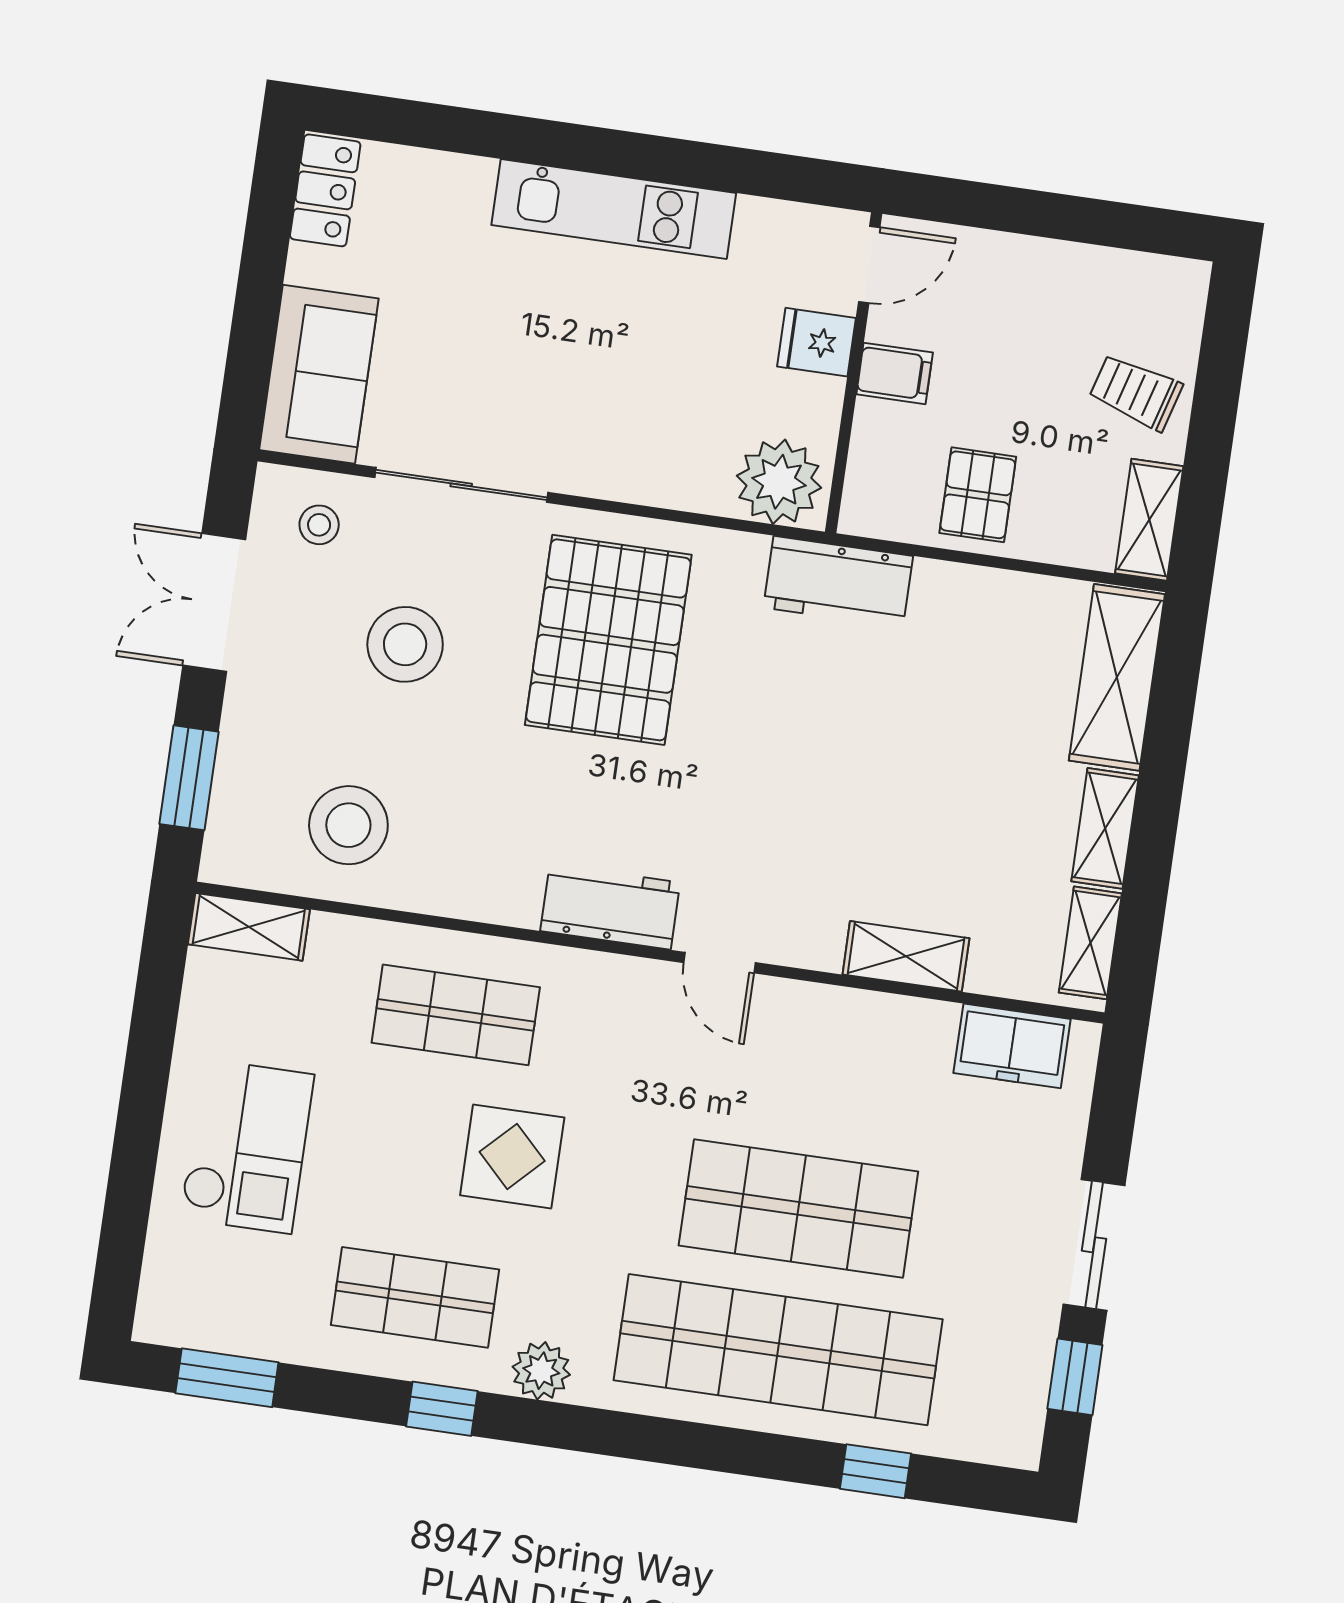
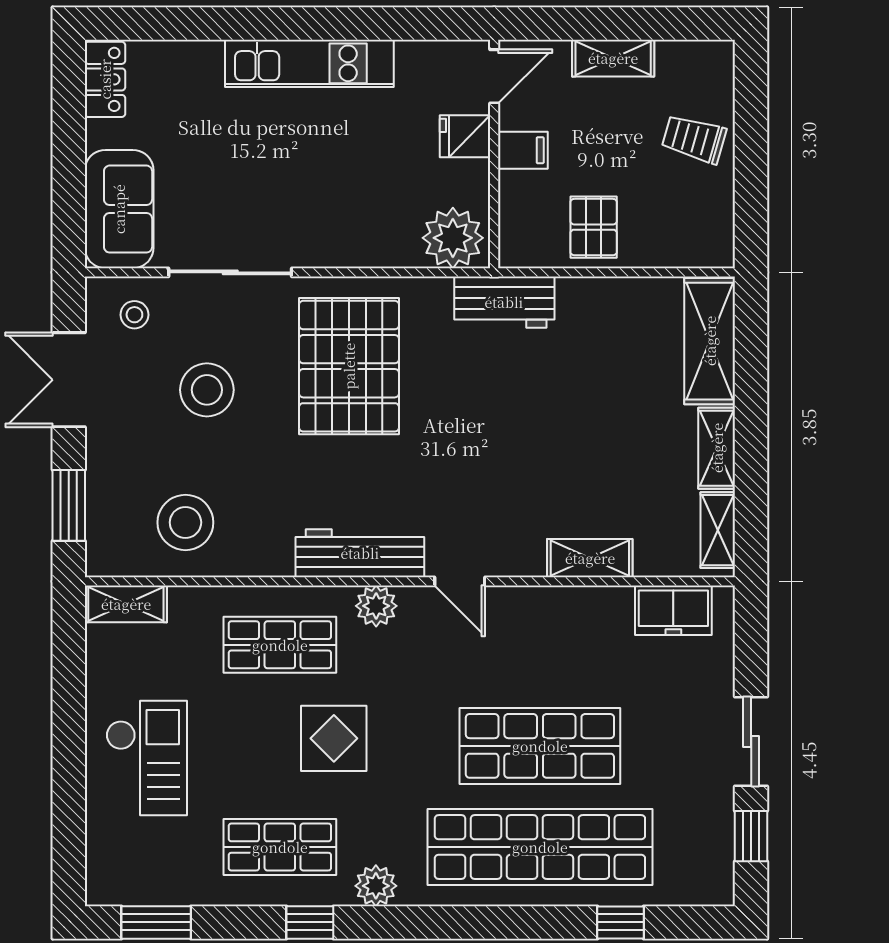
shelving: (1149, 520) -> (613, 58), moved, turned 90
workbench: (610, 907) -> (360, 553), width x1.38
plant: (598, 980) -> (376, 606), added

